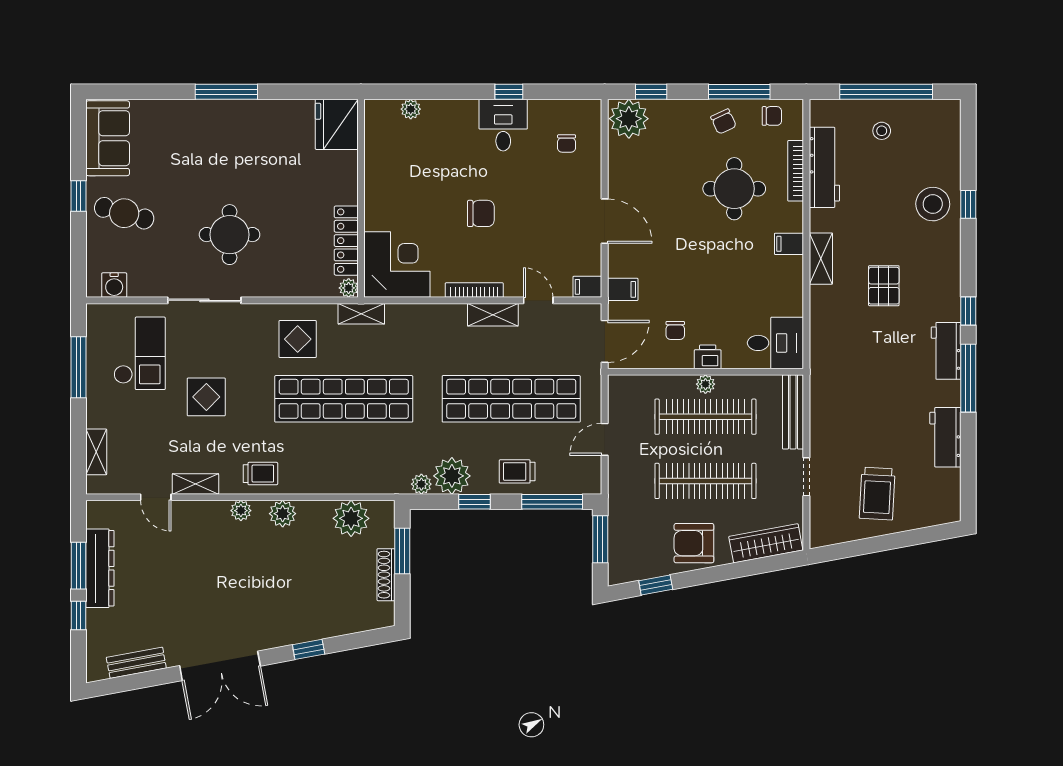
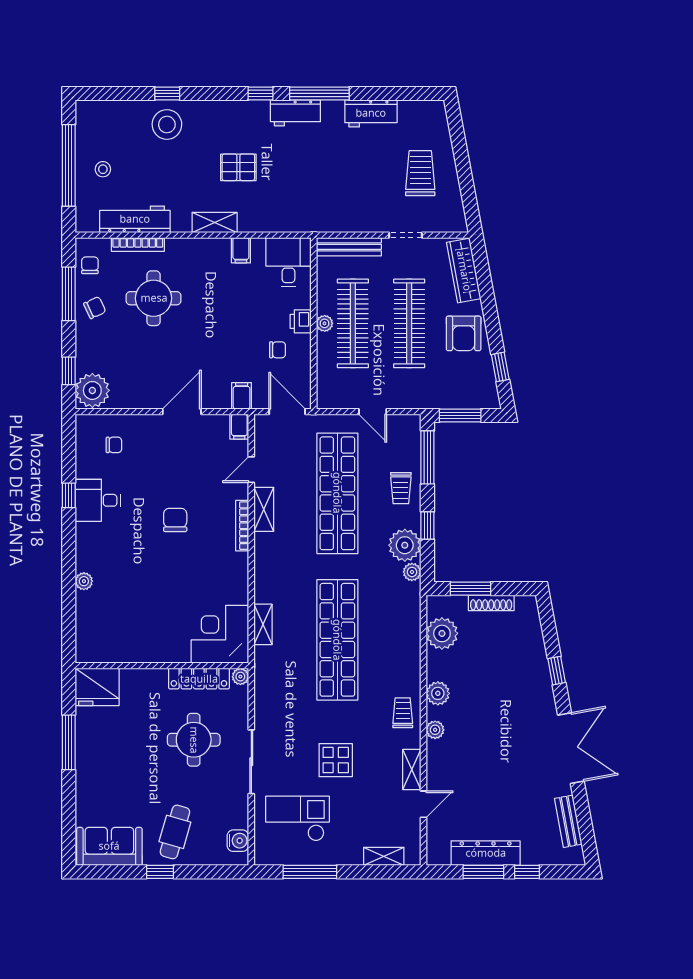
fridge: (337, 124) -> (97, 687), moved
wall: (361, 198) -> (162, 666), moved
locker: (346, 241) -> (199, 679), moved
filing cabinet: (789, 244) -> (241, 250), moved
corner desk: (397, 265) -> (220, 634), moved
plant: (349, 288) -> (240, 677), moved
display table: (298, 339) -> (285, 680), removed
trolley: (877, 494) -> (420, 173), turned -93

